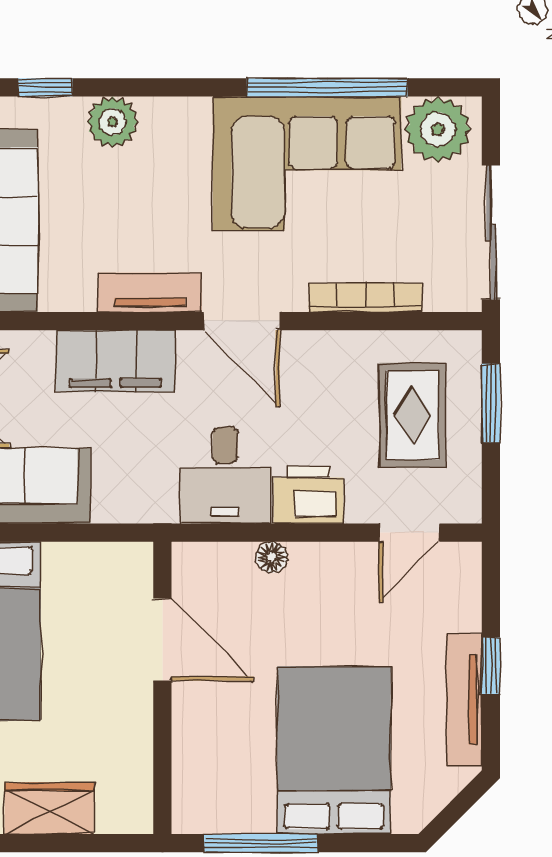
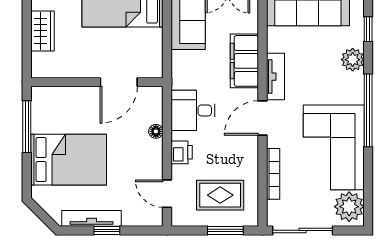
window: (327, 87) -> (368, 110), moved
printer: (308, 495) -> (182, 152), width x0.73, depth x0.81

